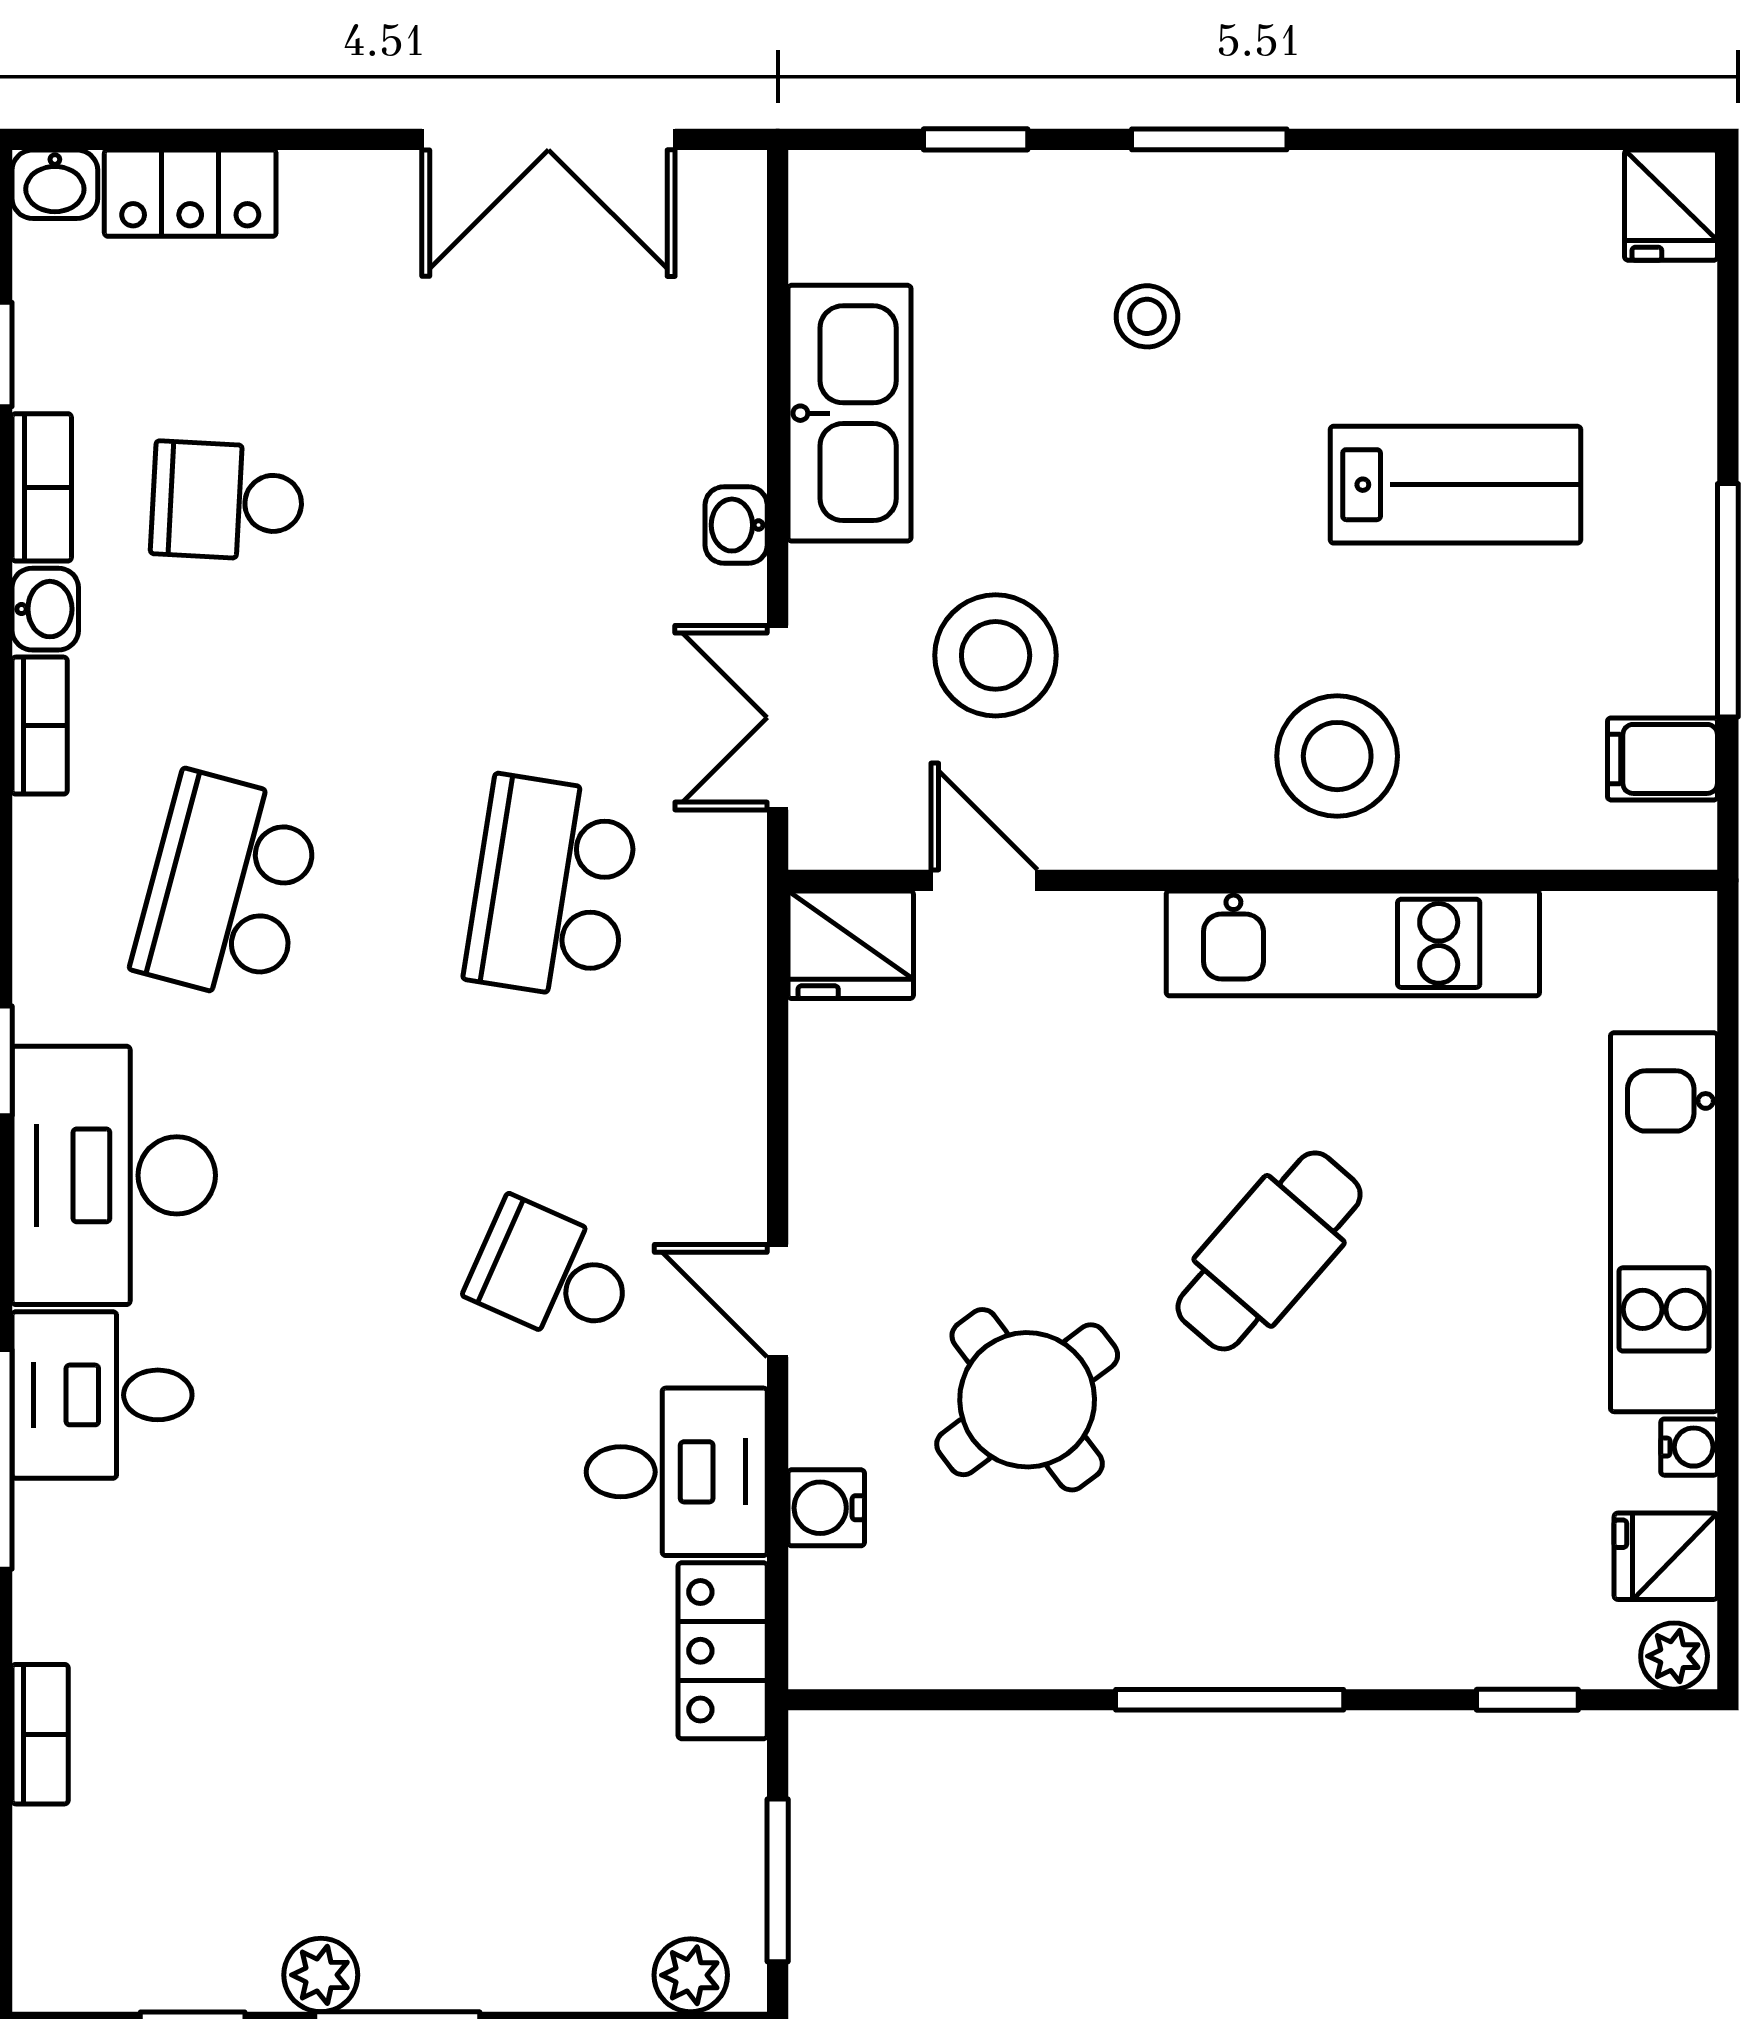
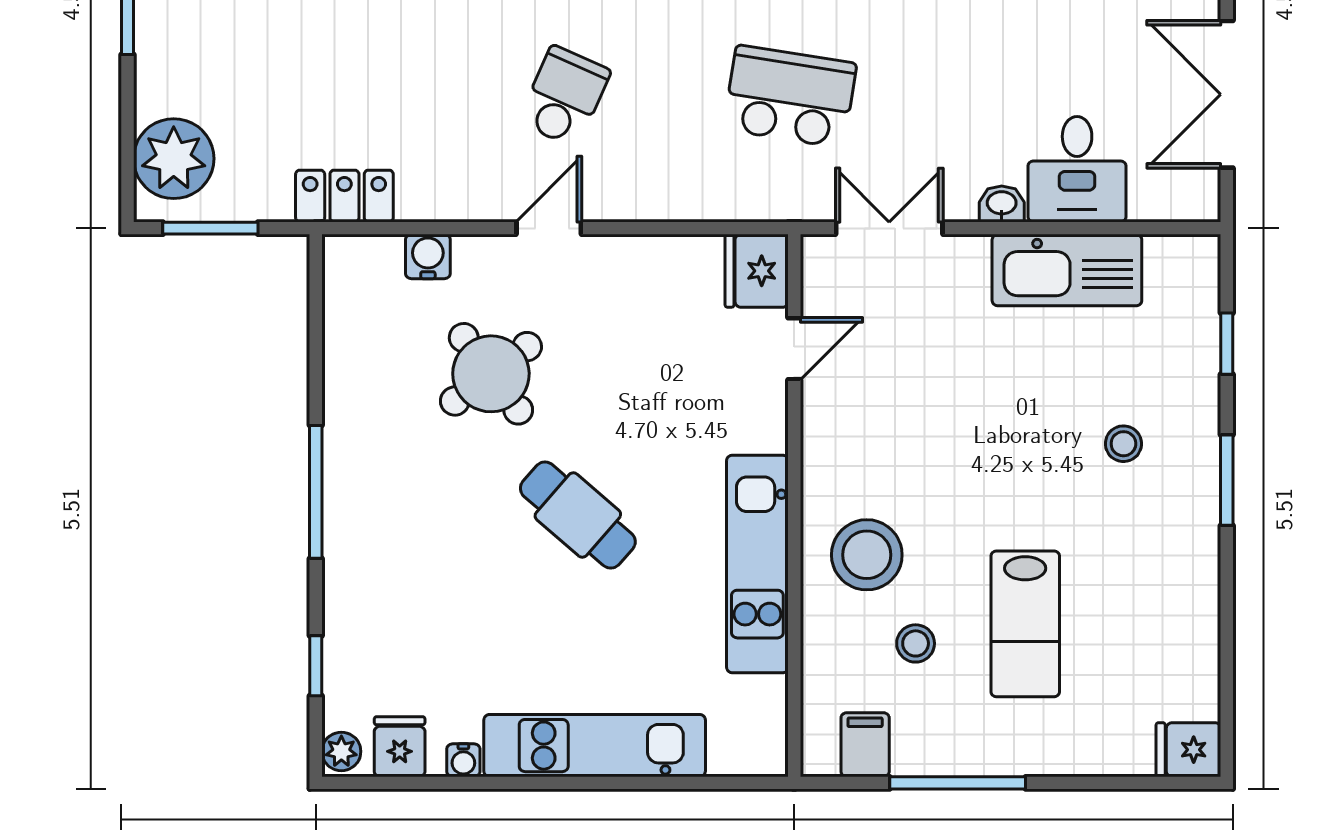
stool: (996, 655) -> (916, 643), moved, width x0.53, depth x0.53
desk: (677, 1472) -> (1077, 169), moved
plant: (691, 1975) -> (174, 159), width x1.87, depth x1.87

